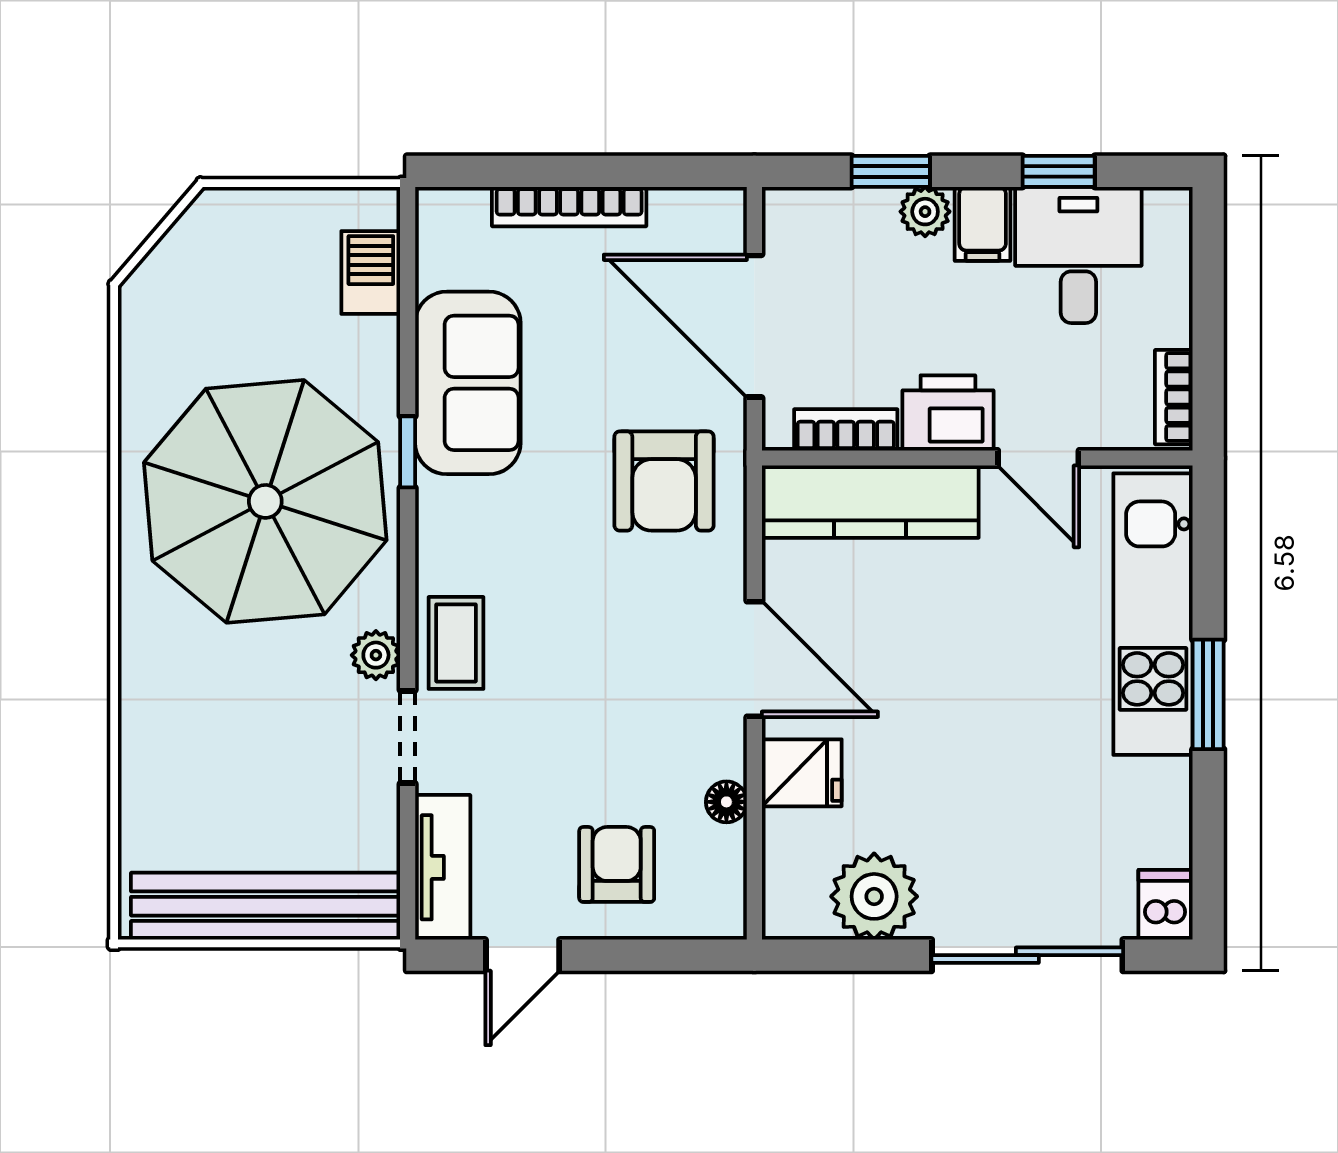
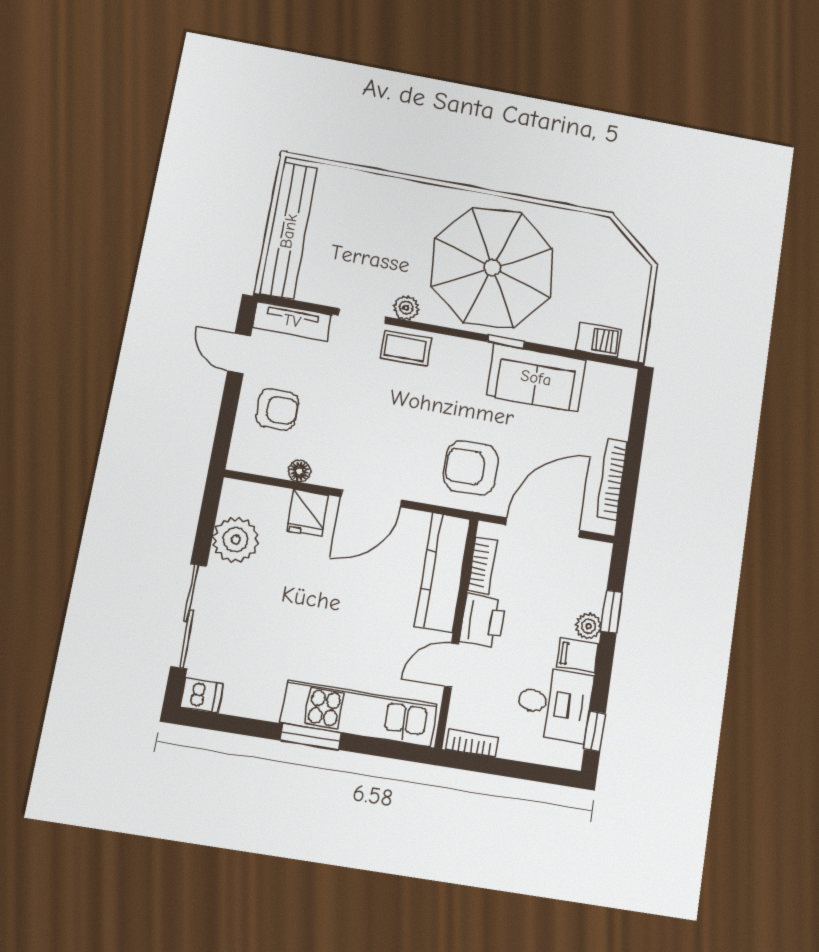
window: (1059, 171) -> (595, 731), moved
bookcase: (569, 207) -> (612, 479), moved

